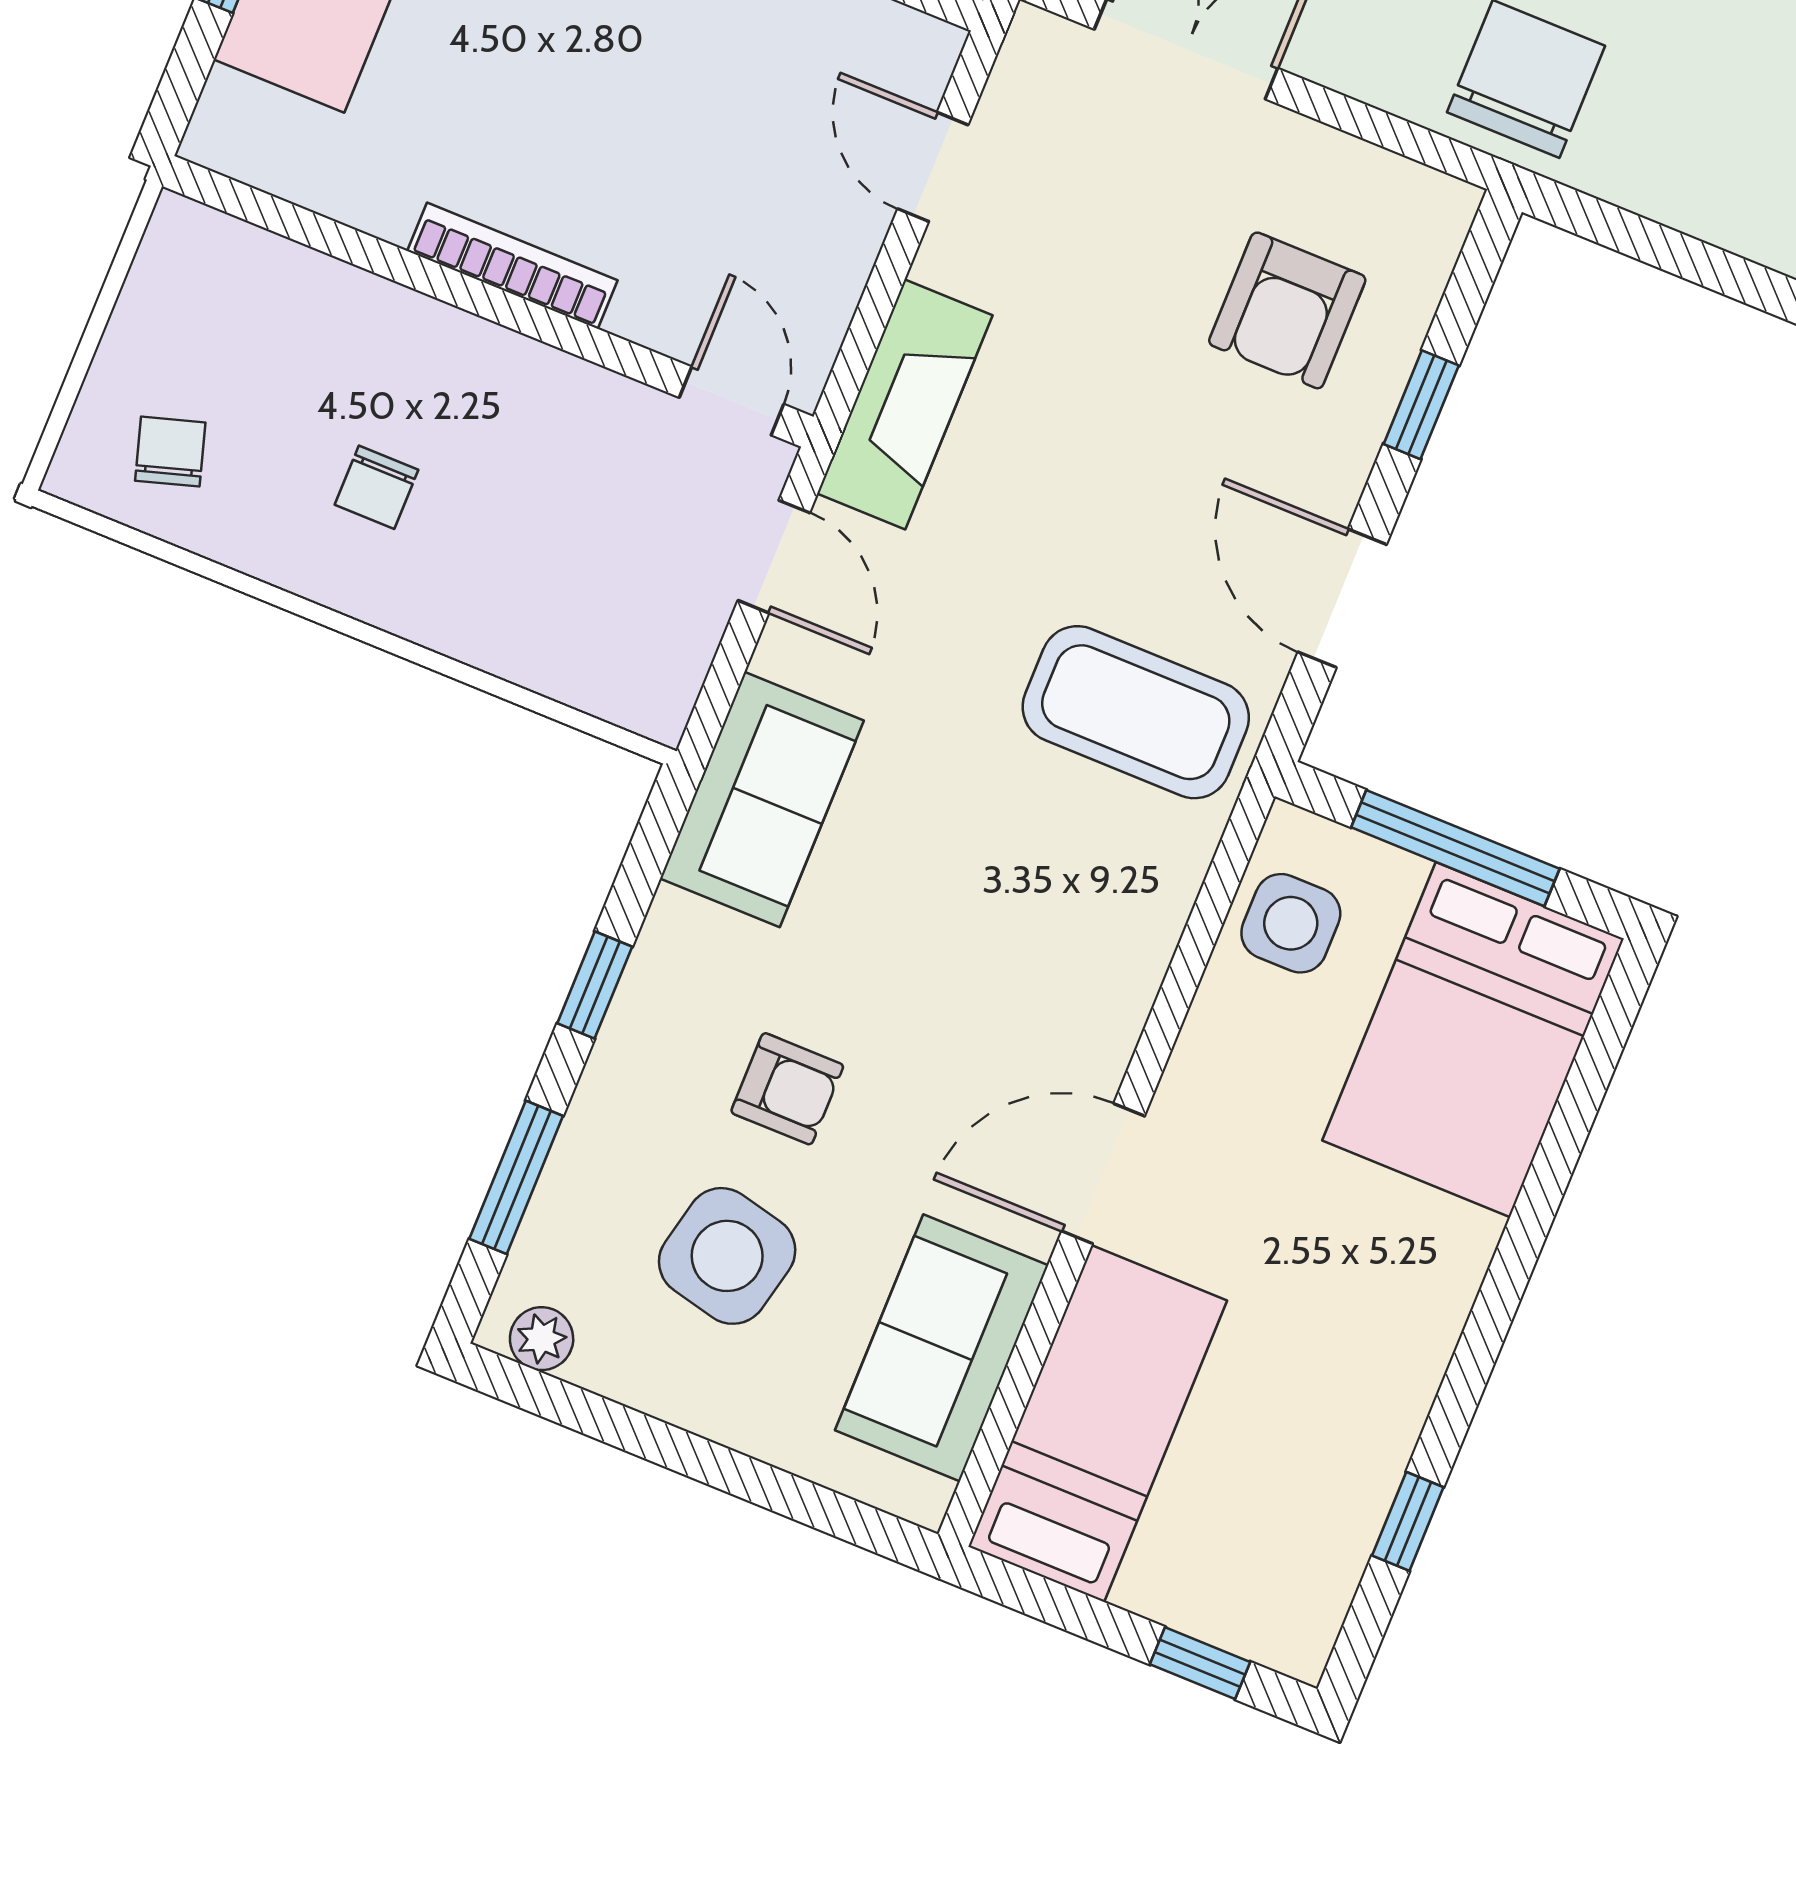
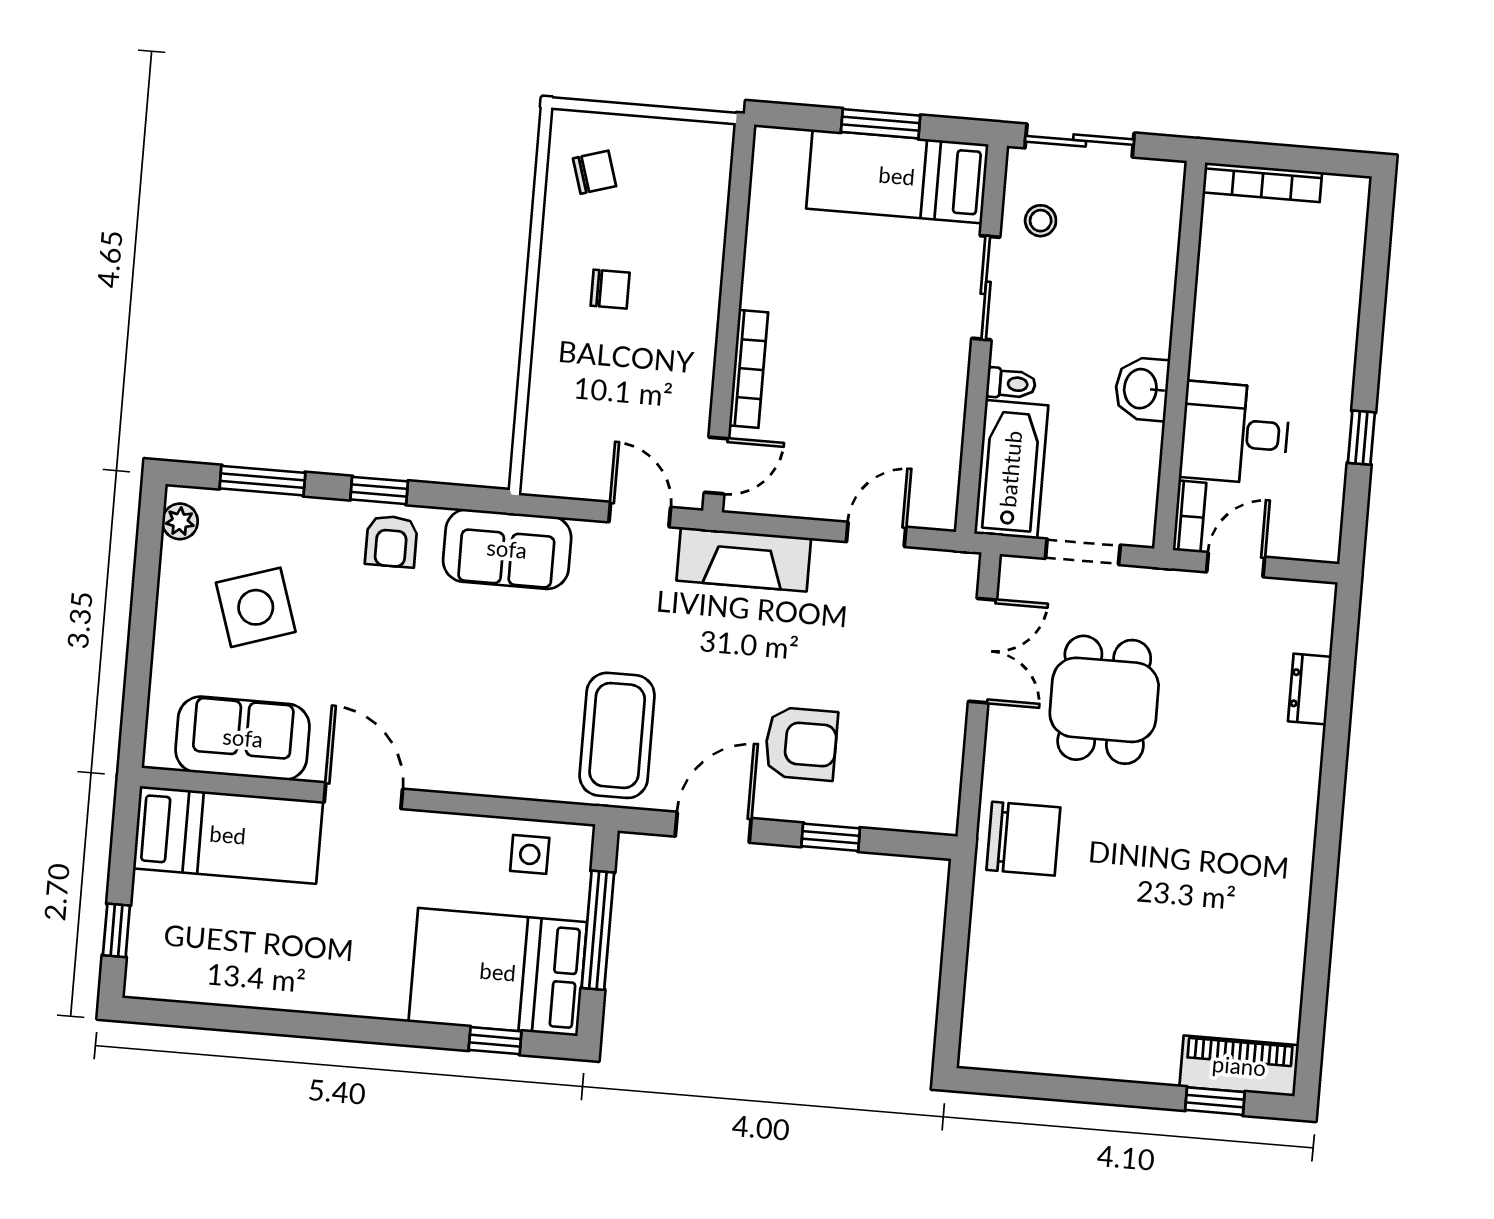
bookcase: (512, 266) -> (748, 369), moved
armchair: (1287, 310) -> (801, 744), moved, turned 180
chair: (376, 487) -> (610, 289), turned 180
door: (774, 557) -> (640, 515), swing flipped
side table: (1291, 923) -> (530, 854), width x0.73, depth x0.73
armchair: (787, 1089) -> (391, 541), moved
side table: (727, 1256) -> (256, 607), turned -31
window: (1408, 1521) -> (495, 1041), moved

